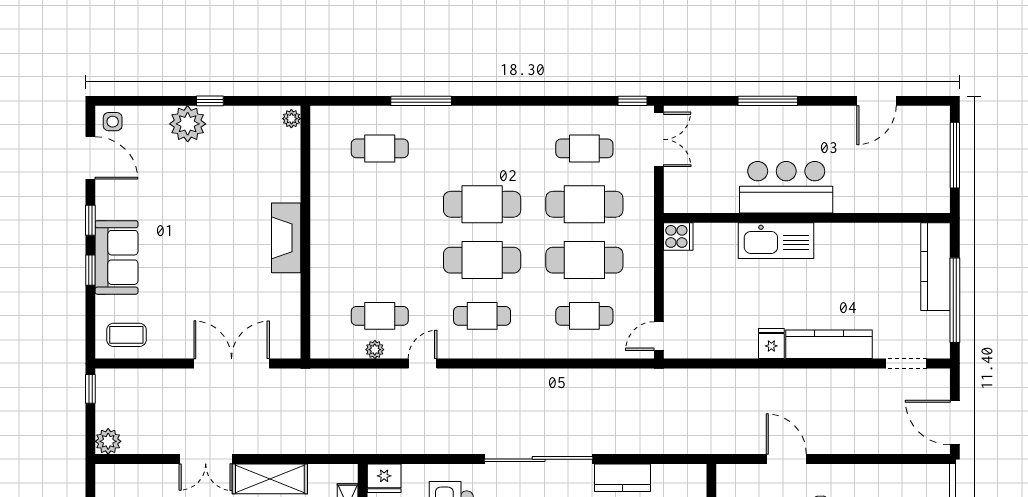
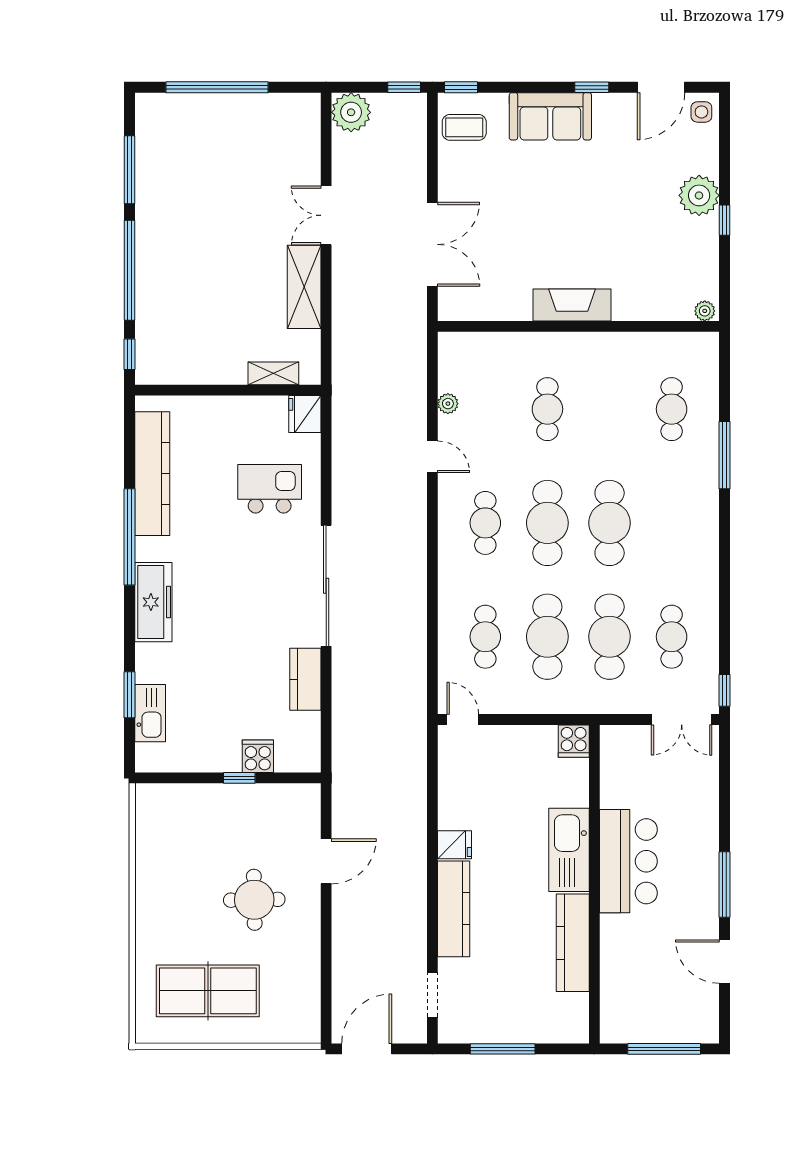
window: (768, 101) -> (725, 884), moved
kitchen counter: (935, 267) -> (573, 943), moved, turned -90
window: (90, 270) -> (461, 87), moved
window: (955, 300) -> (503, 1049), width x0.68
cafe table: (380, 316) -> (547, 409), moved
coffee table: (126, 335) -> (464, 127), turned 90
plant: (108, 441) -> (351, 112), width x1.36, depth x1.36

